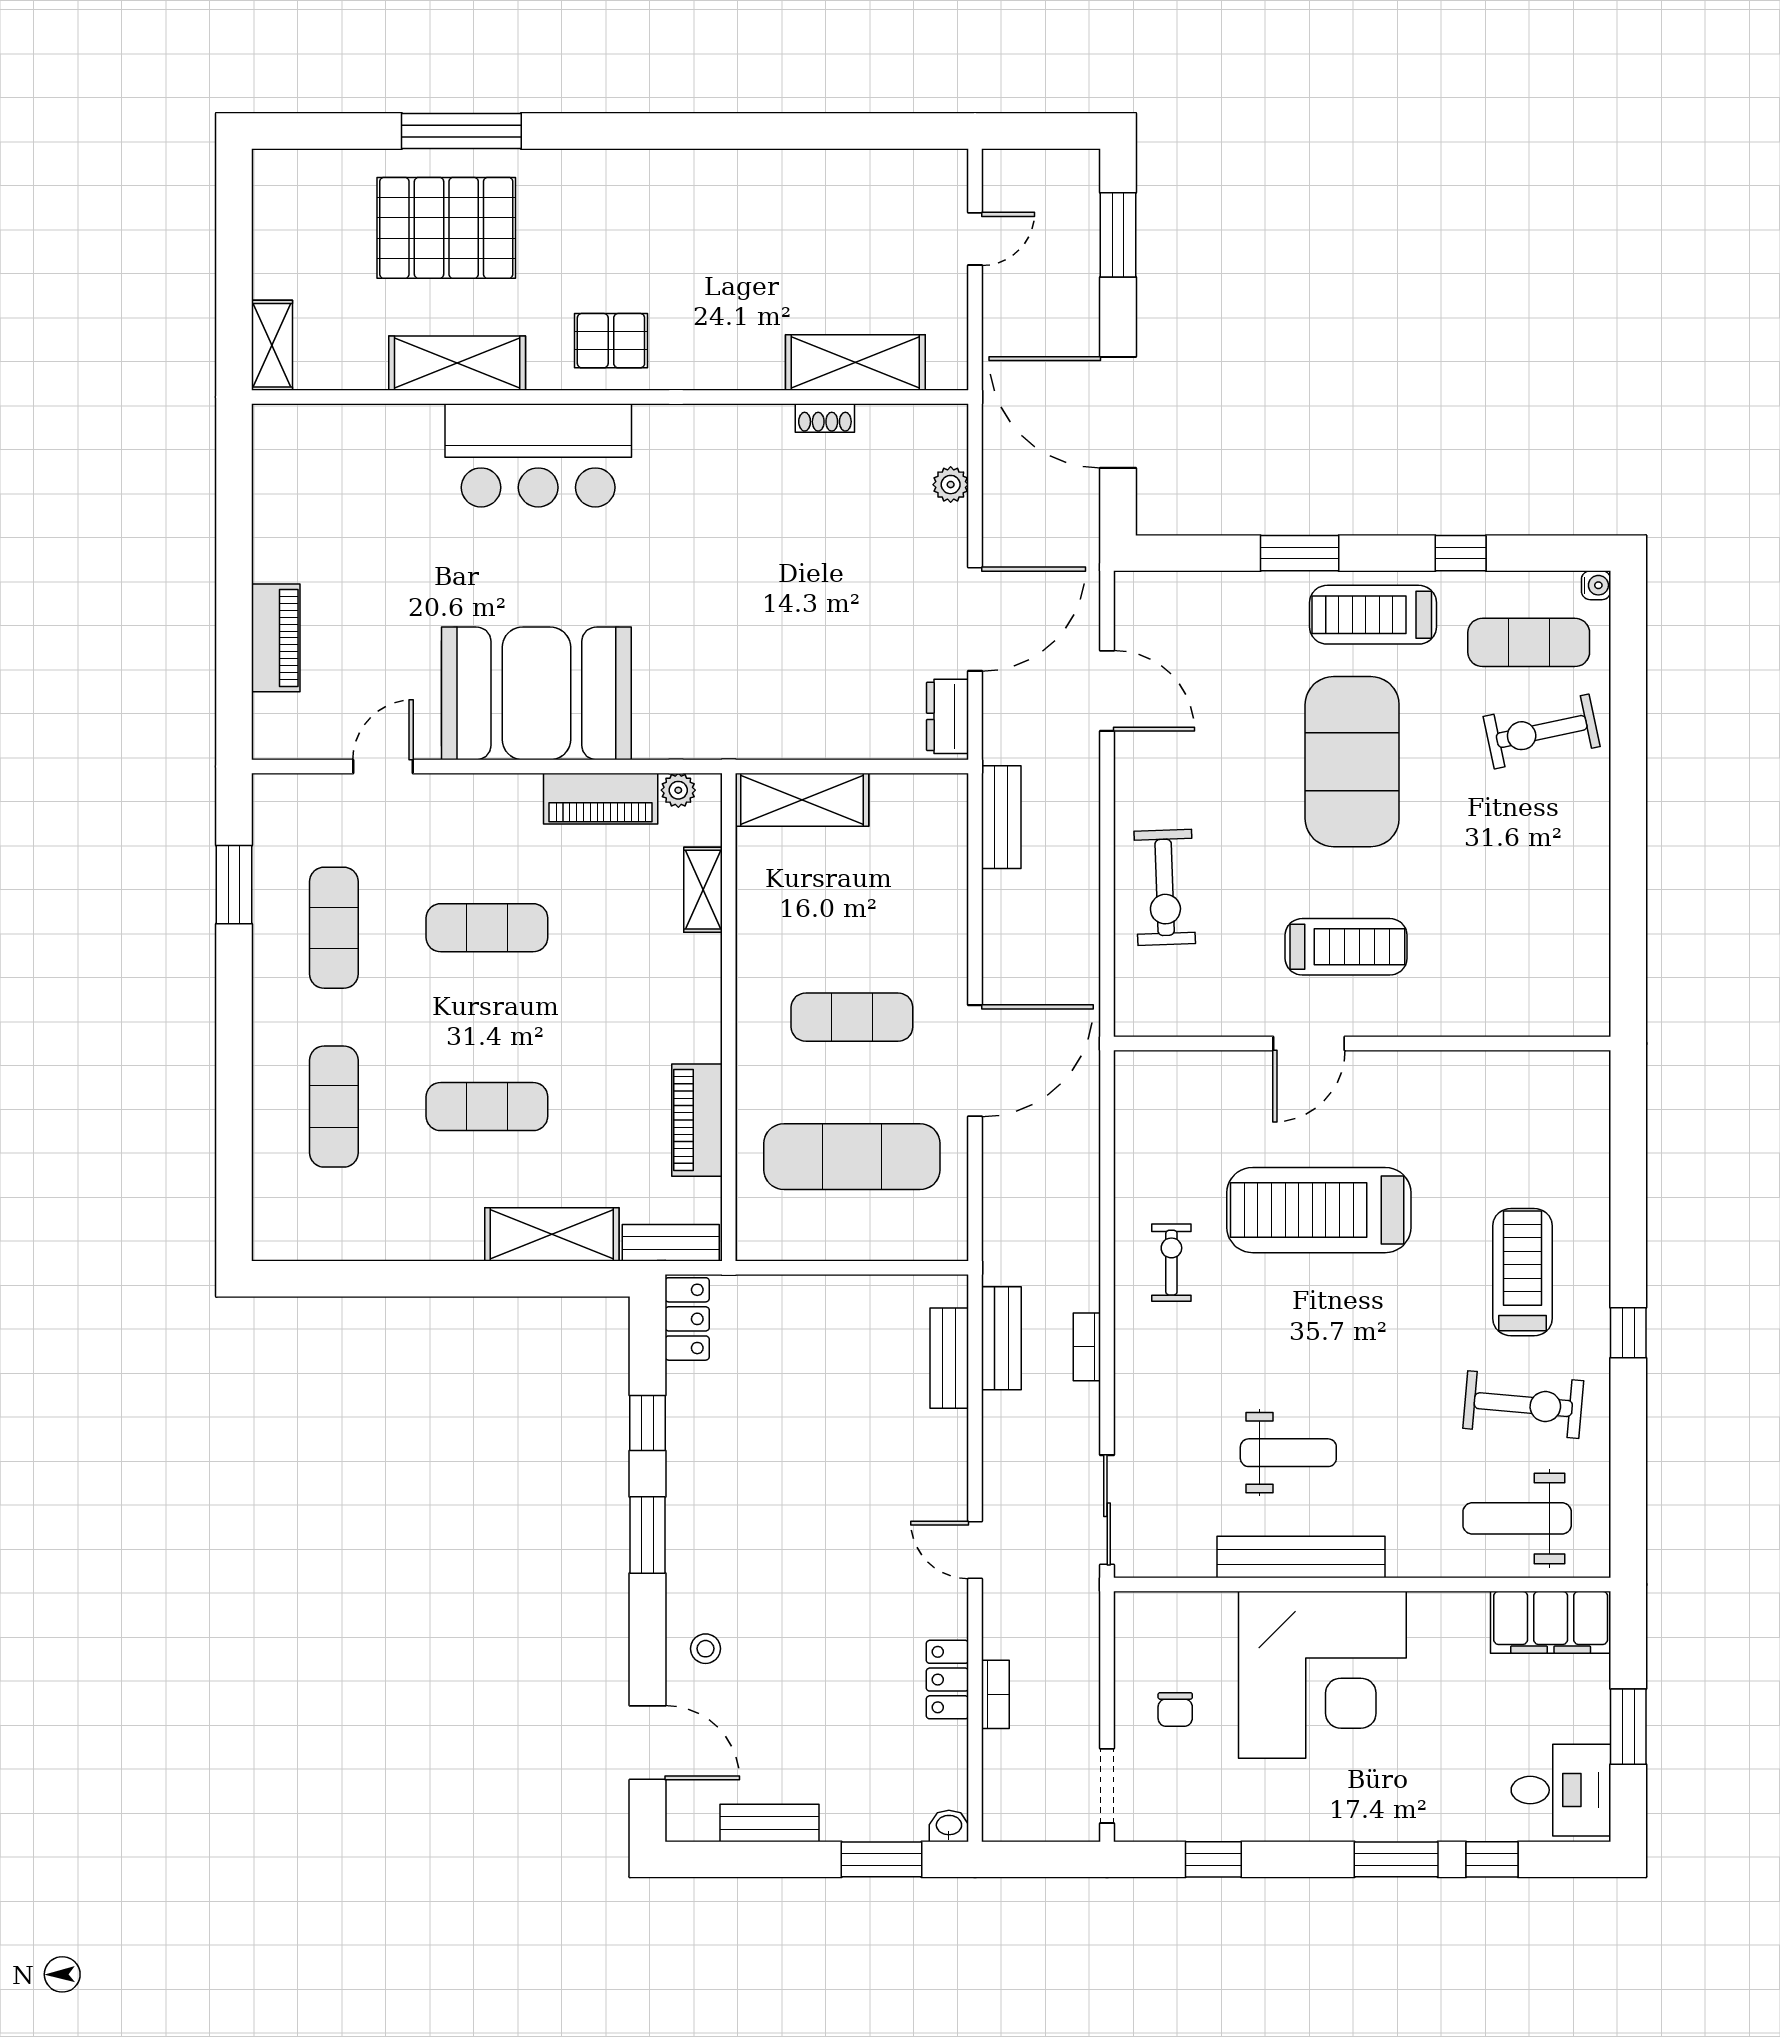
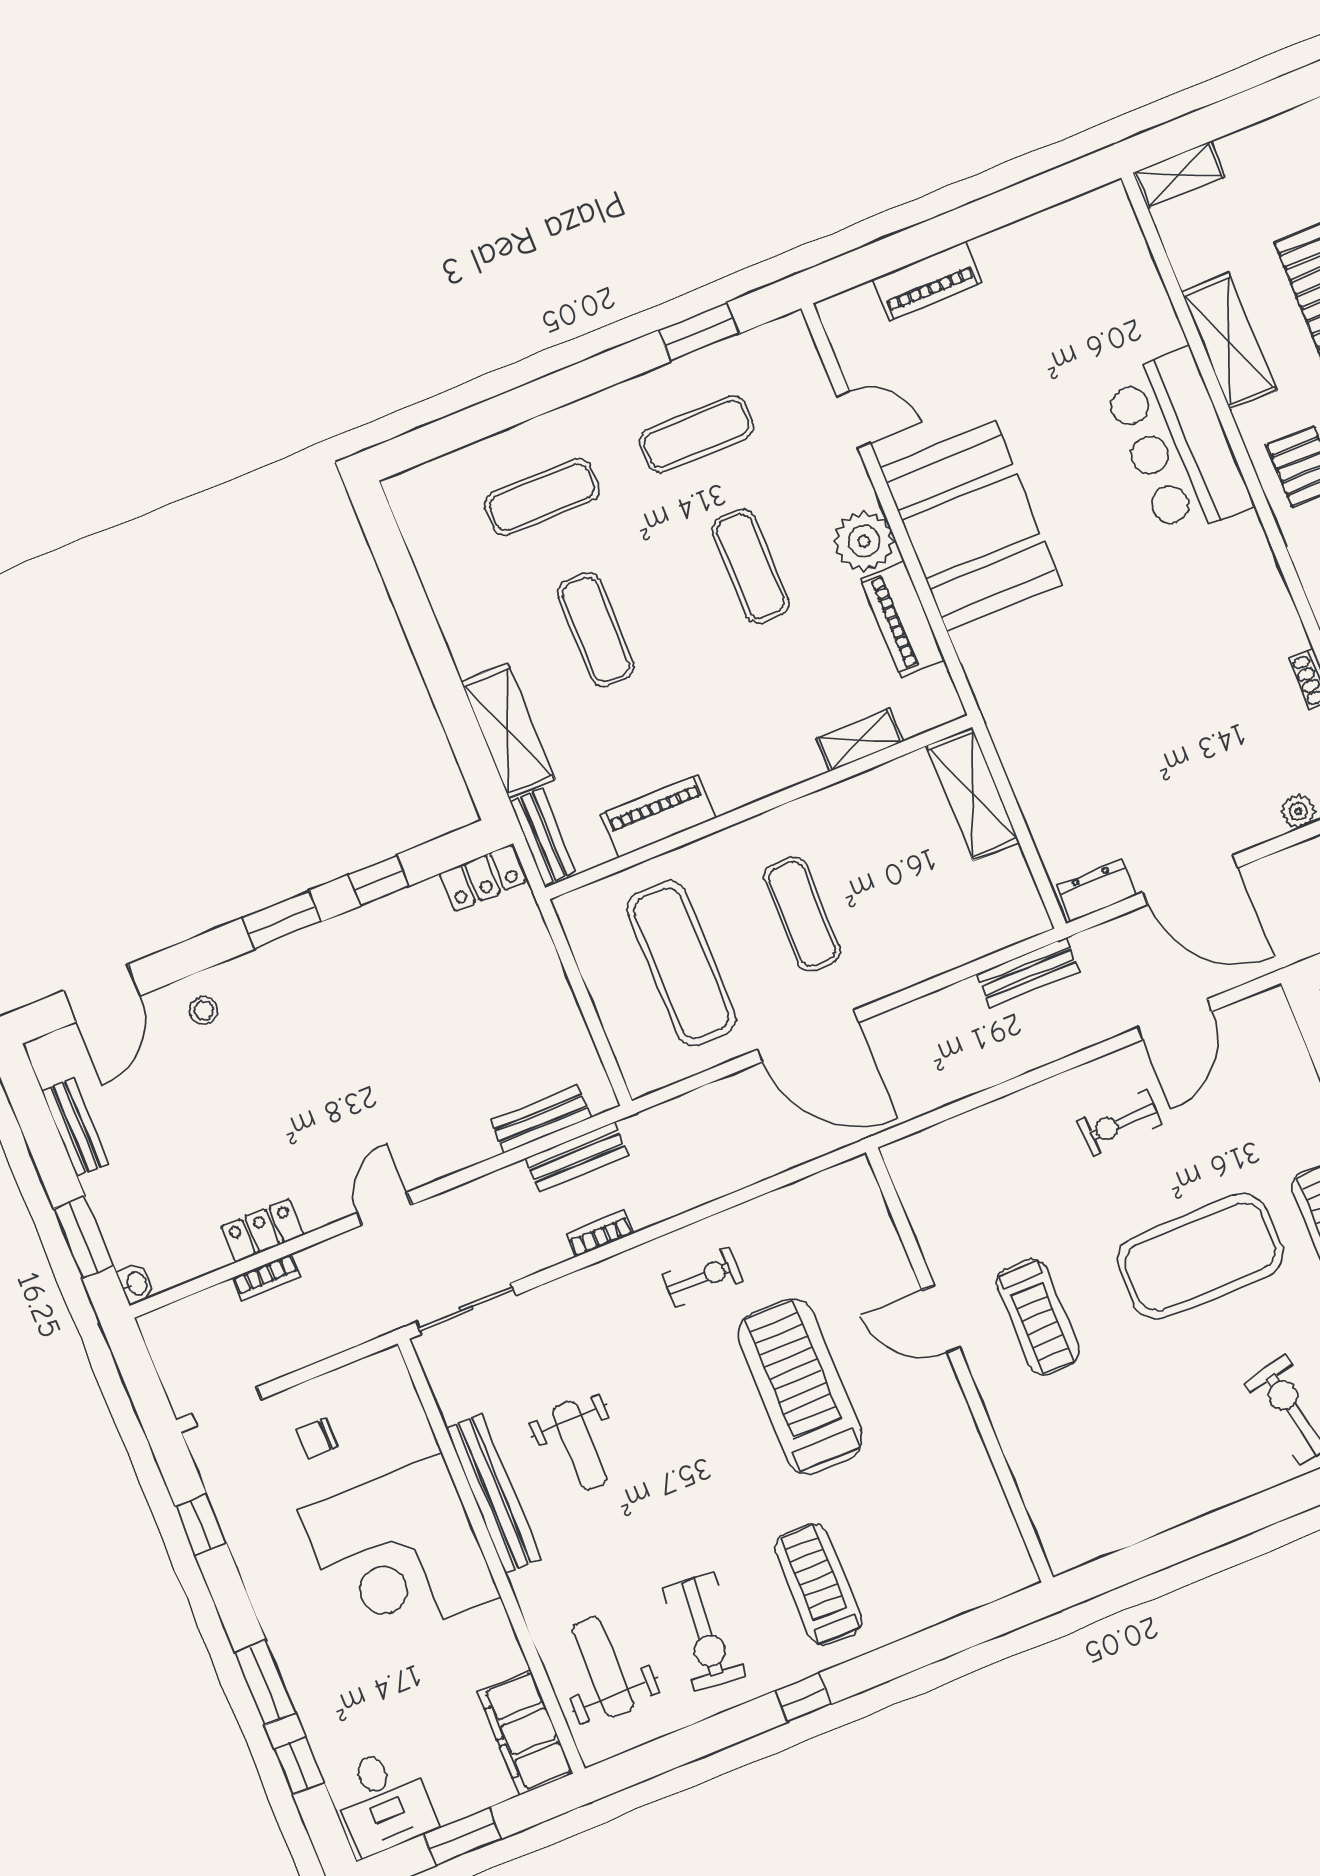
plant: (678, 790) -> (864, 541), moved, width x1.87, depth x1.87
exercise bike: (1165, 887) -> (1120, 1123), moved, width x0.73, depth x0.72
treadmill: (1523, 1272) -> (818, 1585), turned -90

